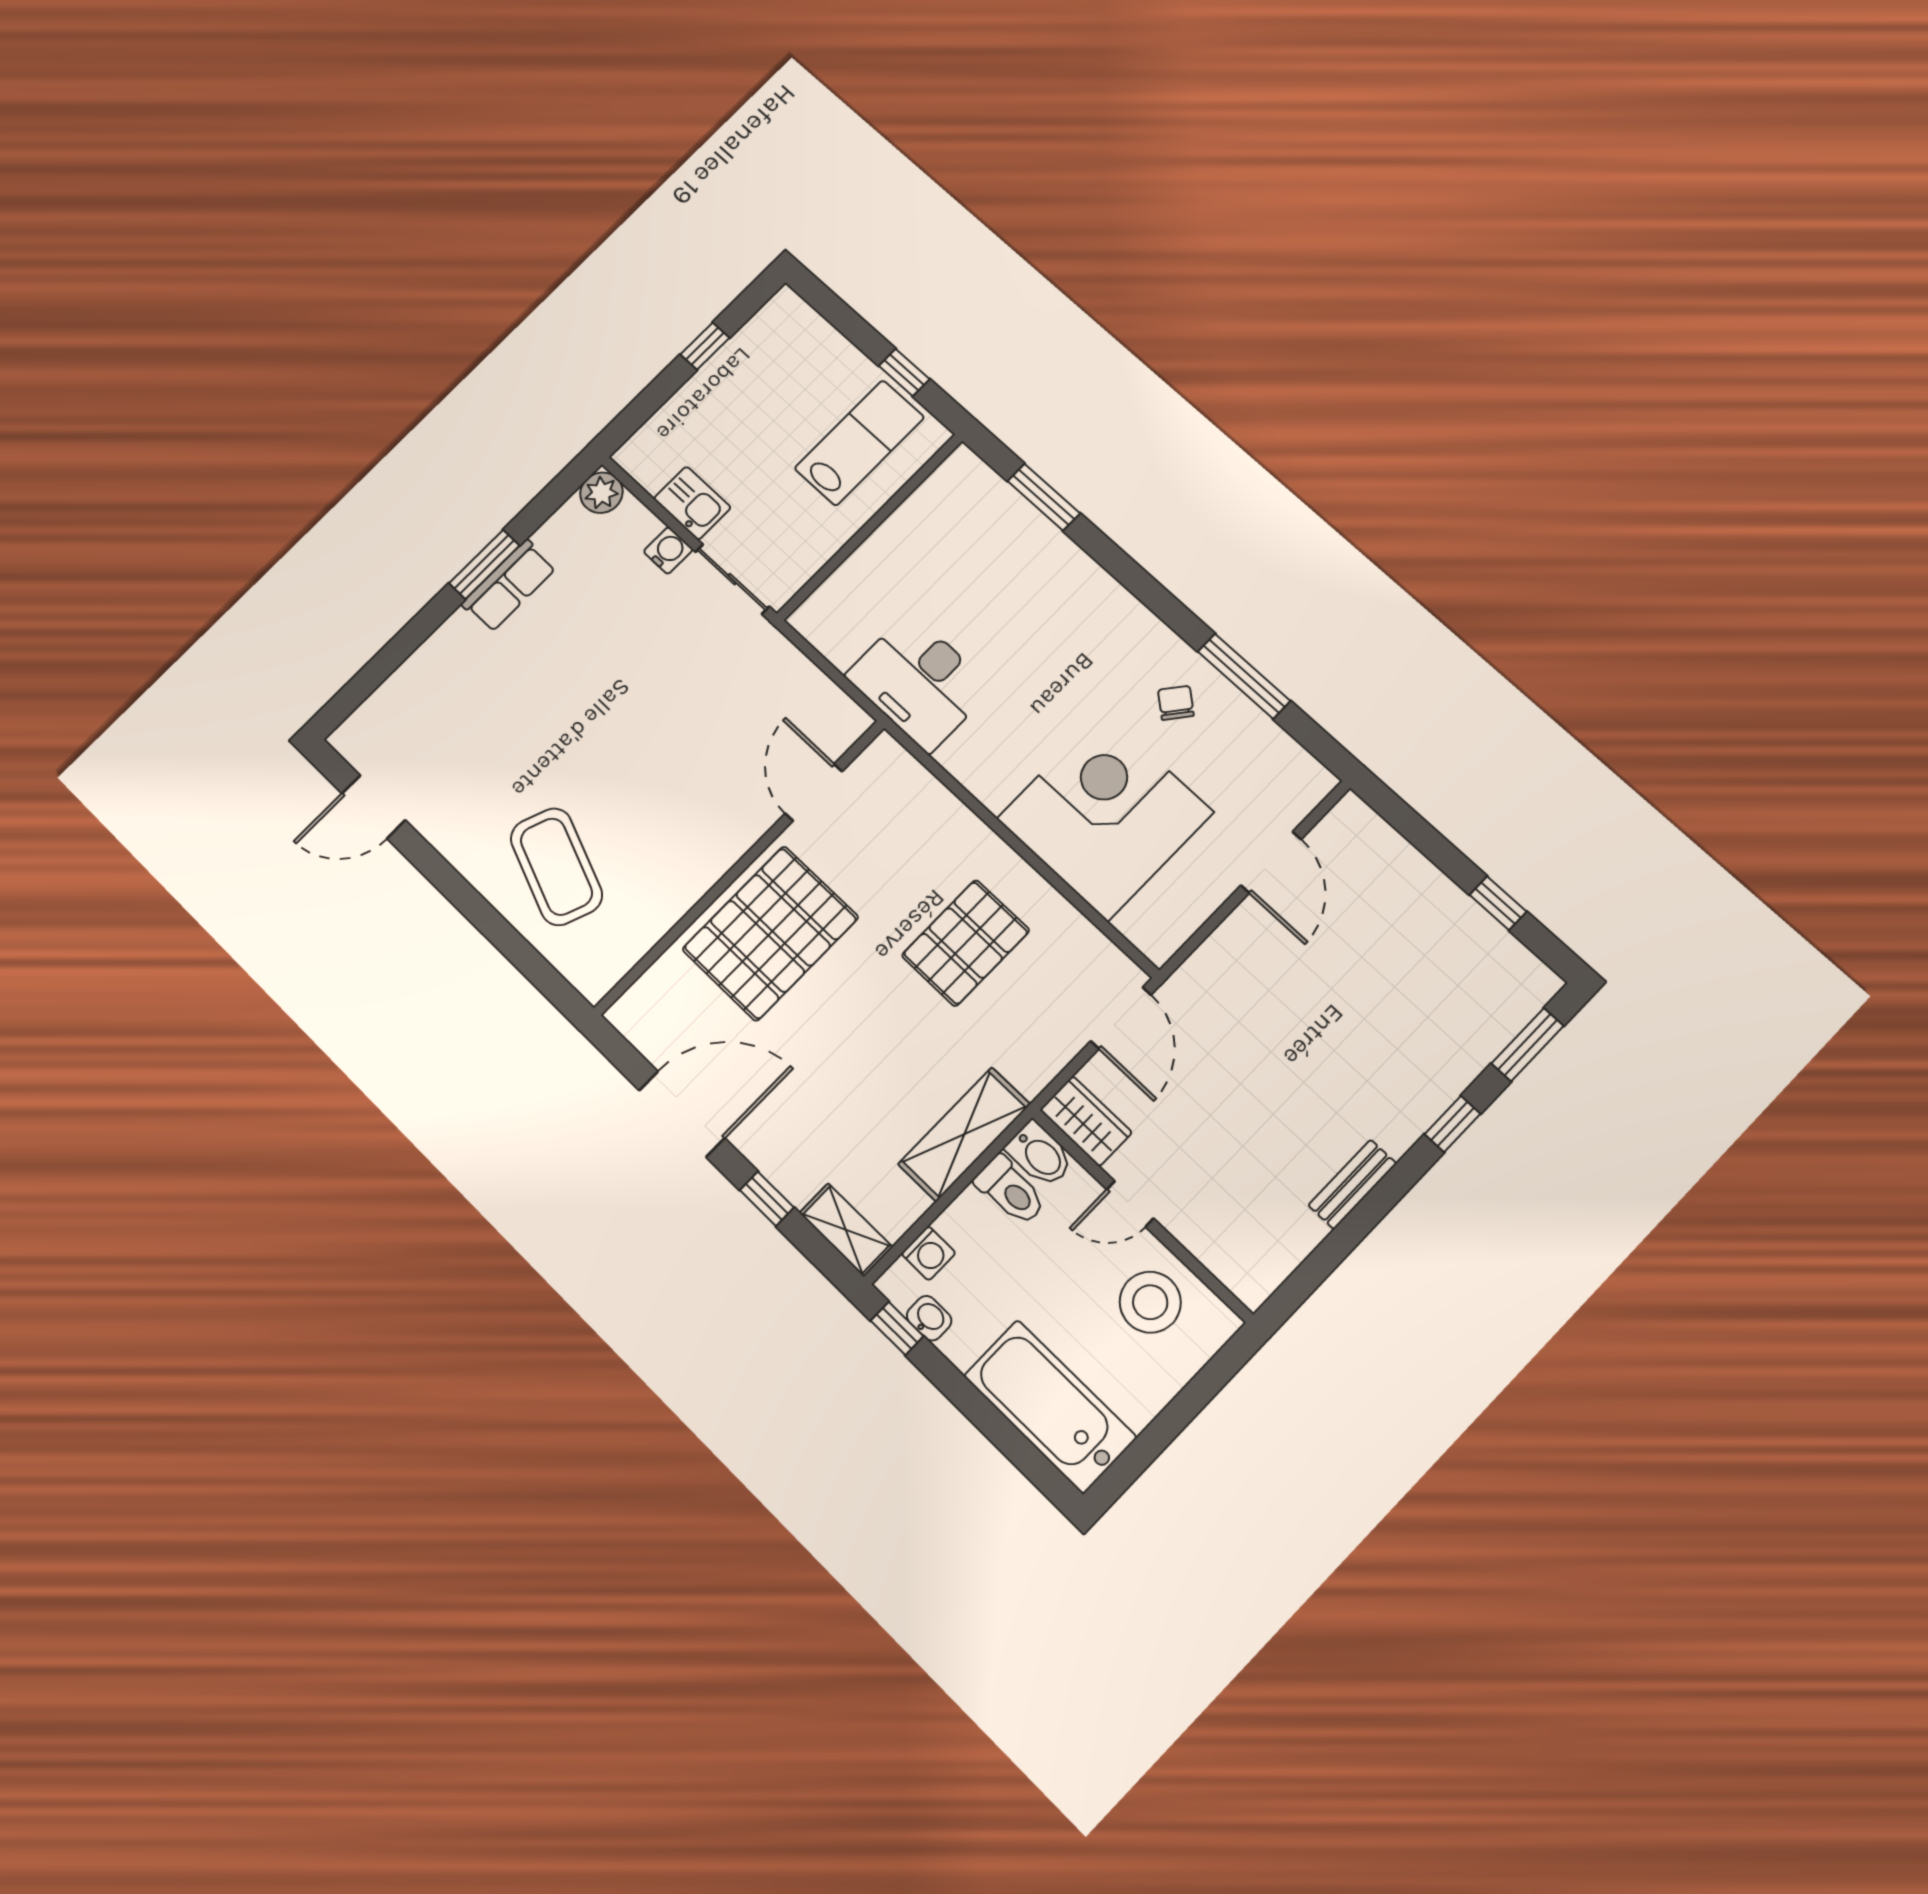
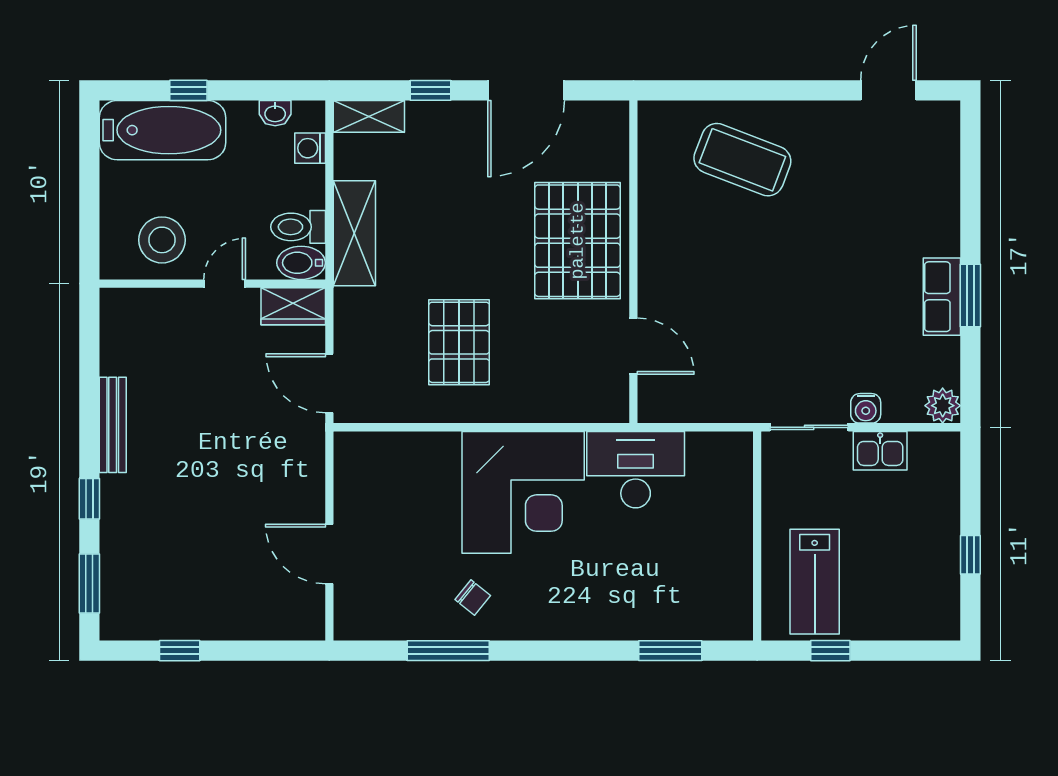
corner desk: (1105, 815) -> (523, 492), moved
bench: (1352, 1184) -> (113, 425), width x1.36
window: (897, 1328) -> (188, 90), moved

